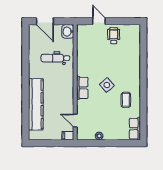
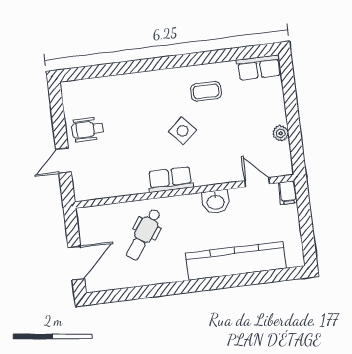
washbasin: (68, 32) -> (216, 202), moved
dental chair: (55, 58) -> (144, 234), turned 35
row of seats: (82, 88) -> (170, 179), moved
door: (75, 121) -> (257, 182), swing flipped

